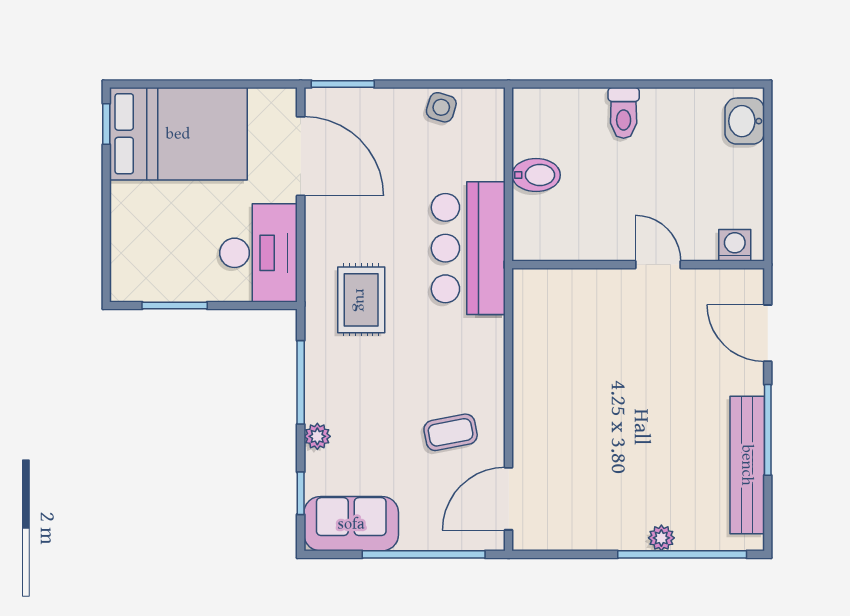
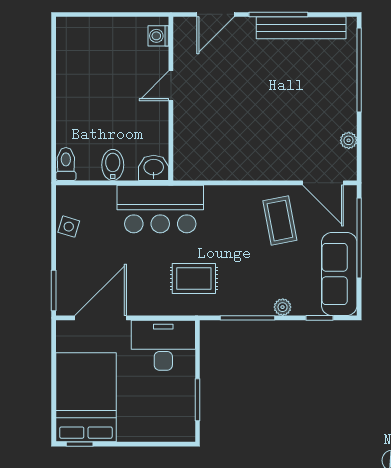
toilet: (624, 113) -> (66, 164), moved, turned -90
washbasin: (745, 121) -> (154, 168), moved, turned 180
coffee table: (451, 432) -> (280, 221), width x1.36, depth x1.30
sofa: (351, 524) -> (339, 274), width x1.36
plant: (661, 538) -> (349, 140), moved

